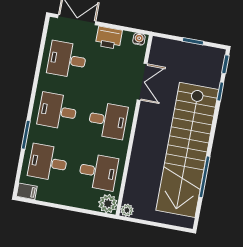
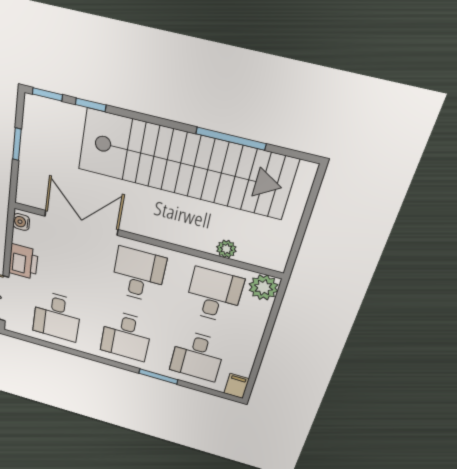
double door: (142, 82) -> (81, 223), width x1.37
plant: (127, 210) -> (226, 249), moved

